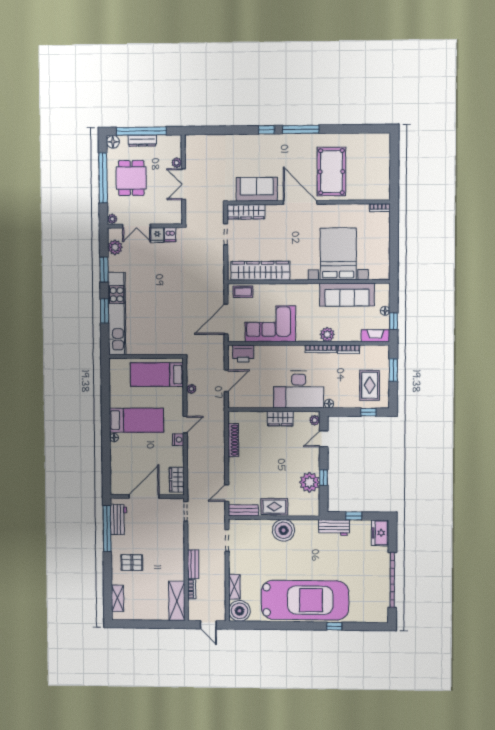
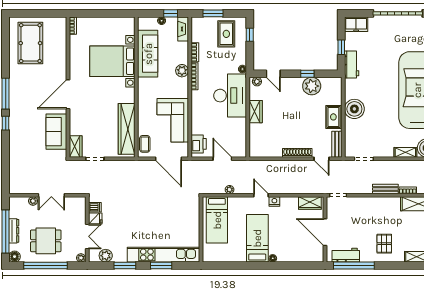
pool table: (331, 172) -> (30, 43), moved, turned 90
wardrobe: (246, 212) -> (76, 147), width x0.67
rug: (370, 385) -> (226, 34), turned 90
shoe rack: (233, 440) -> (297, 153), moved

